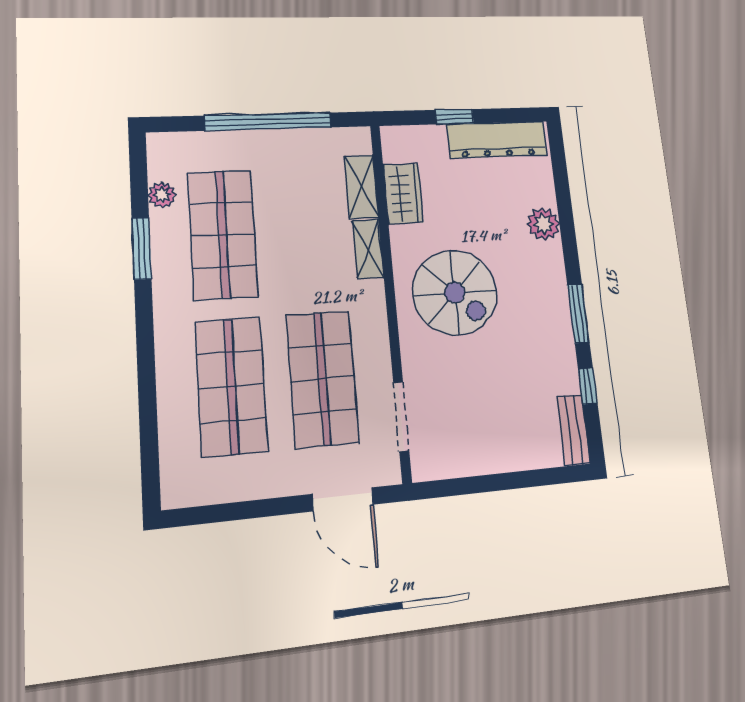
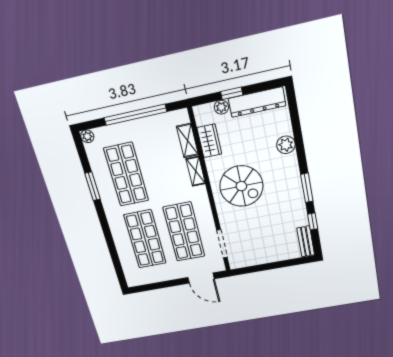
plant: (433, 137) -> (221, 107), added
plant: (162, 195) -> (87, 136), moved

